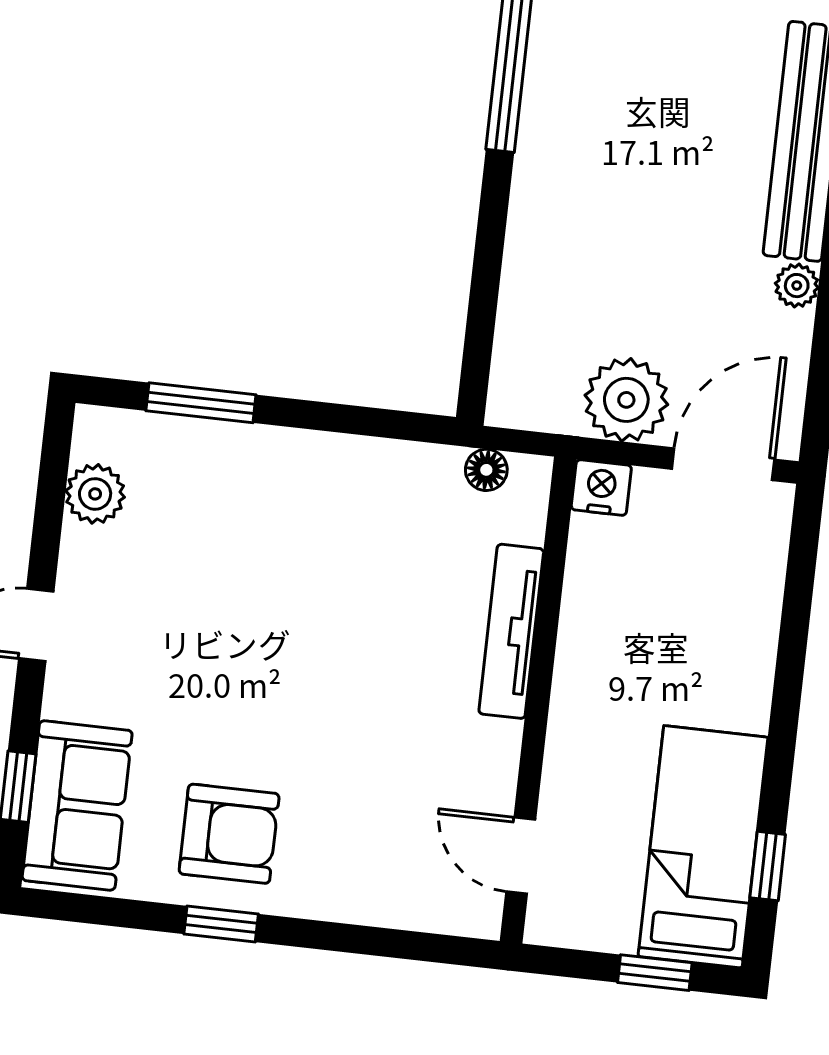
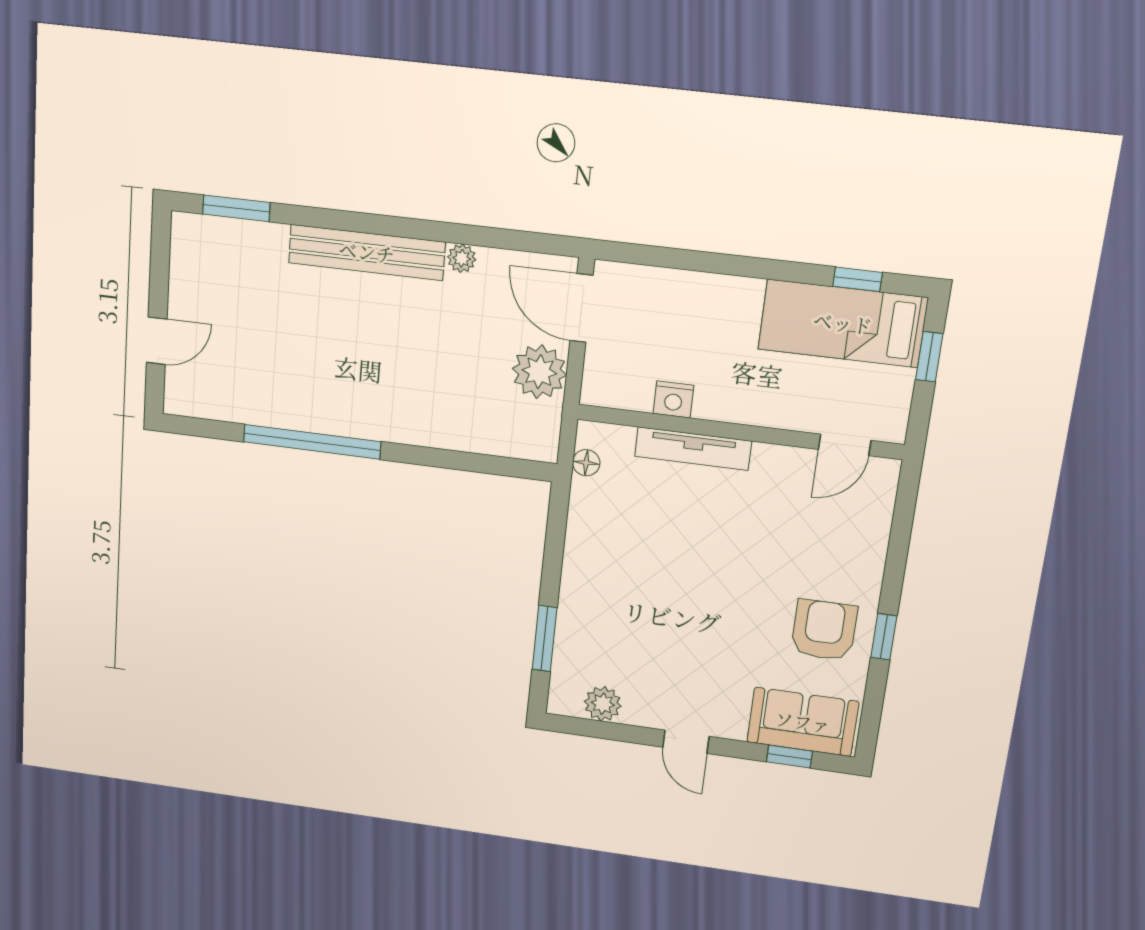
nightstand: (601, 488) -> (673, 399), moved, turned -90

